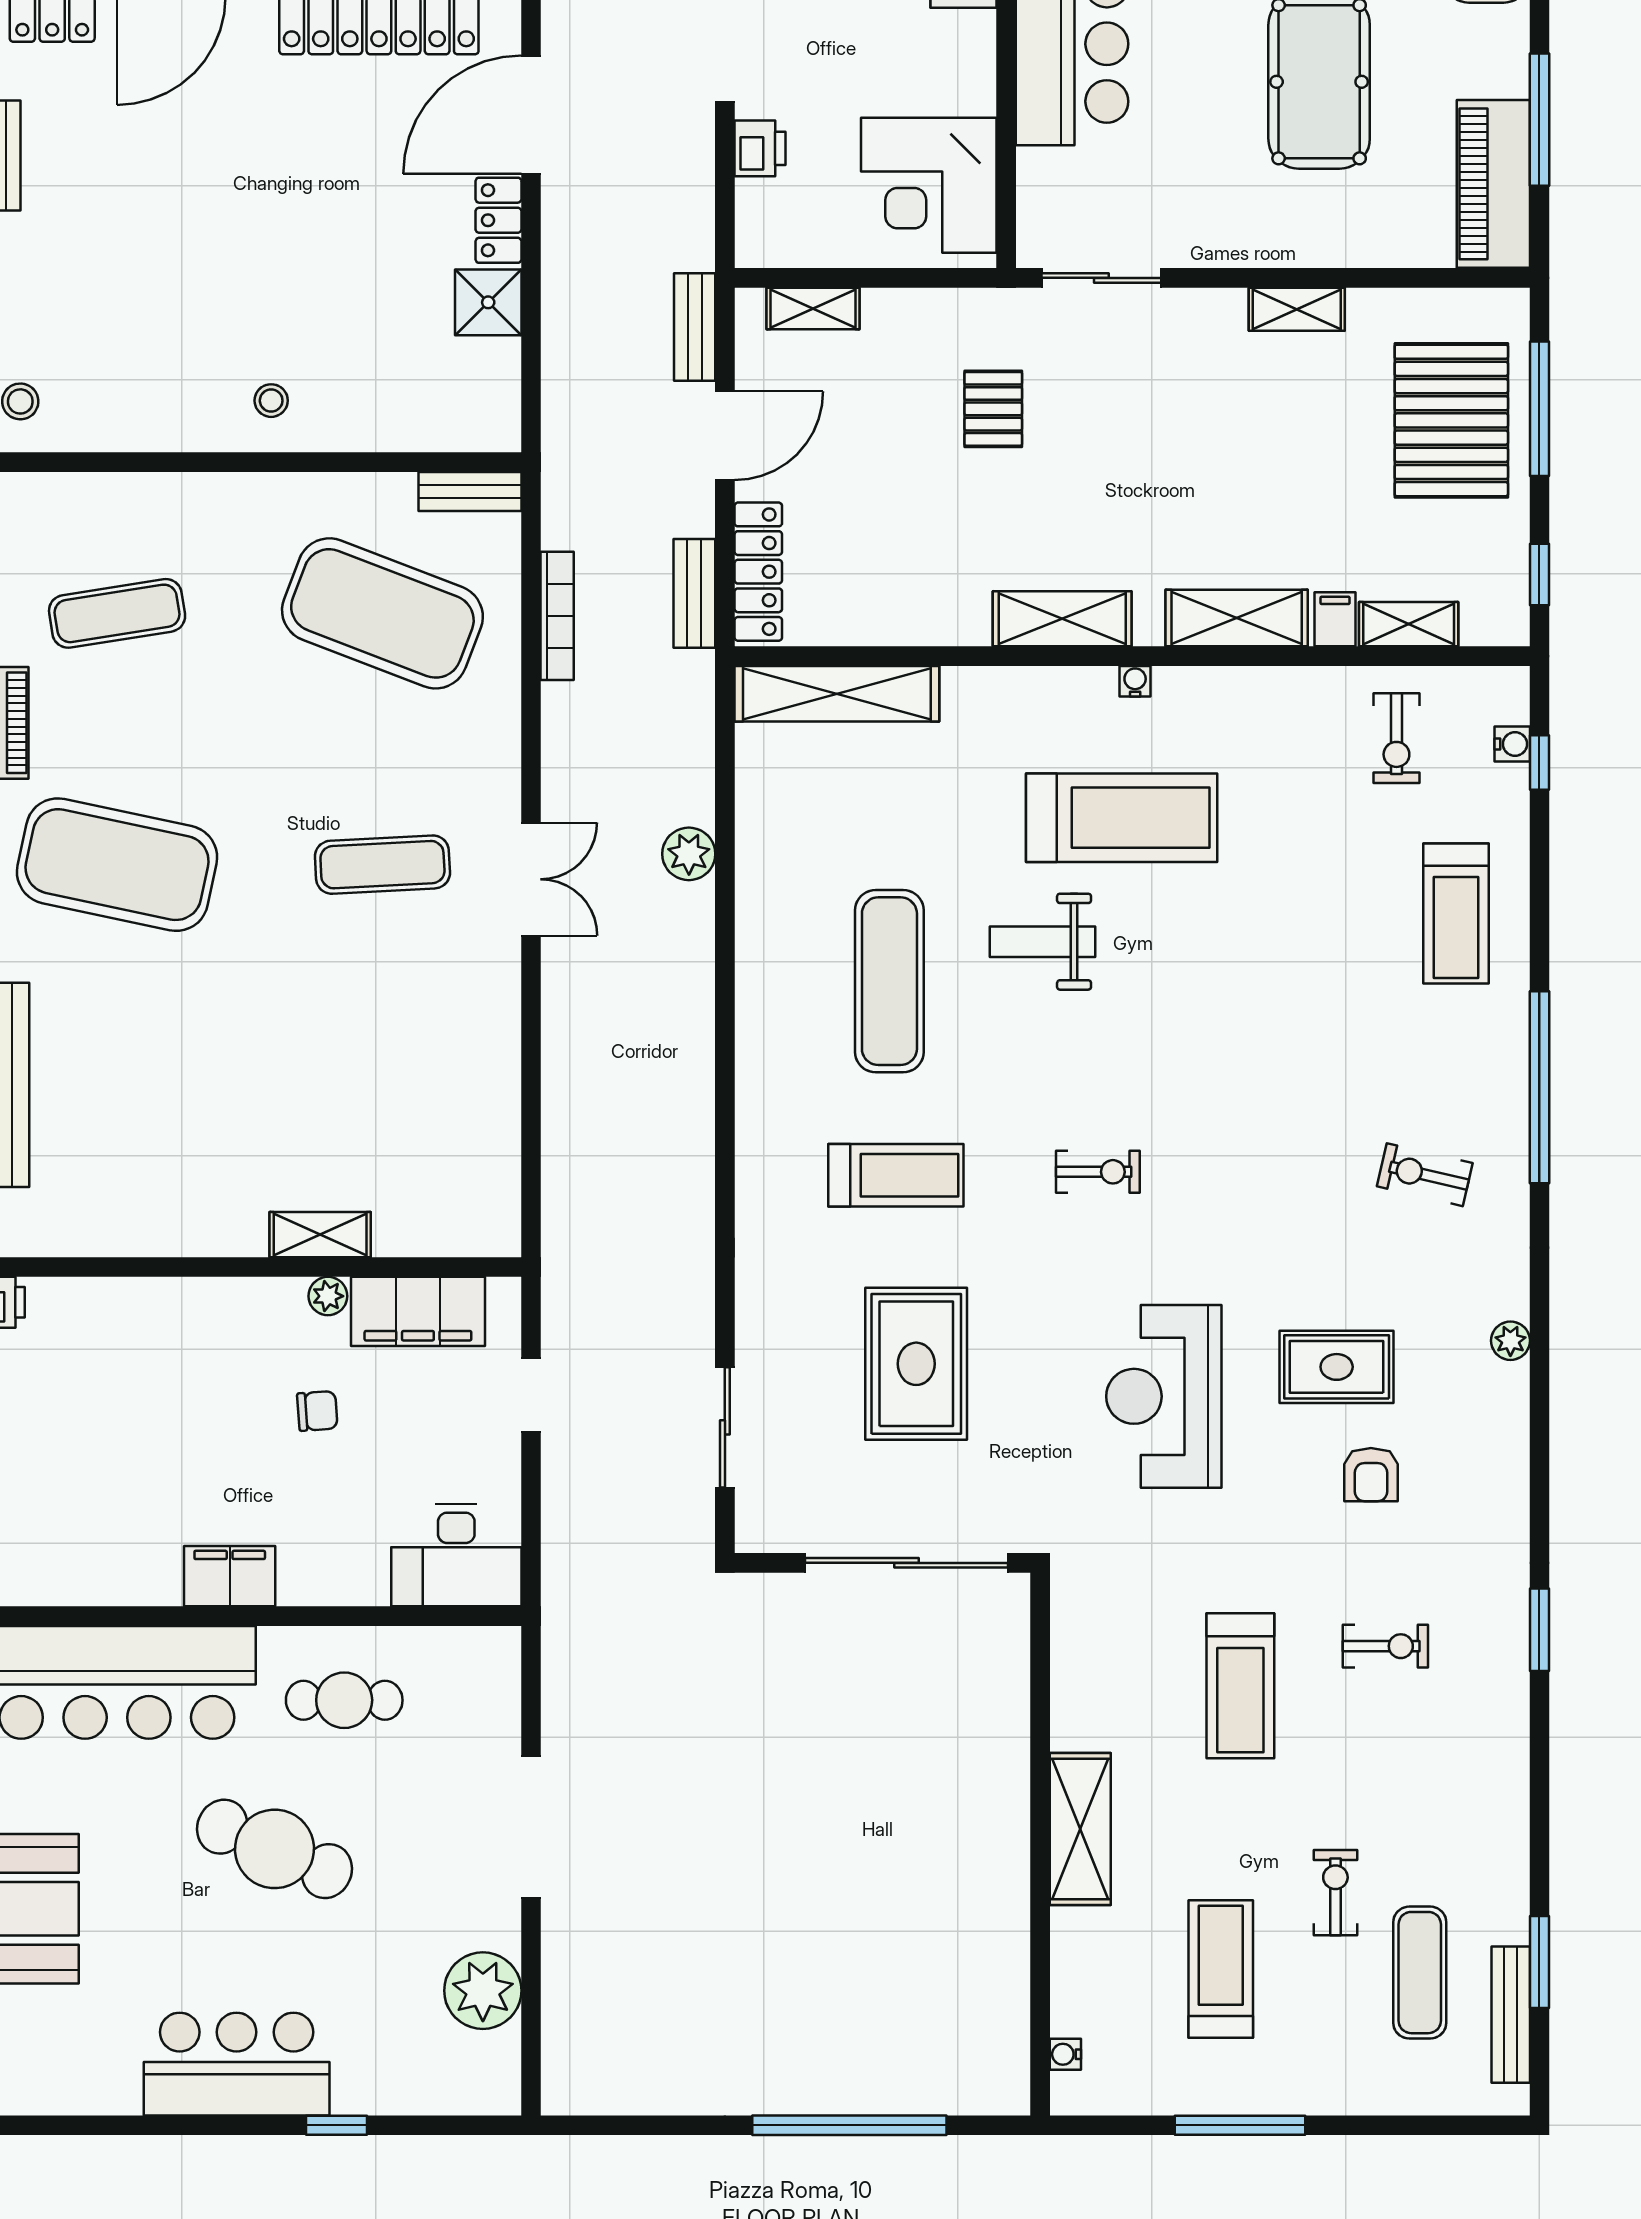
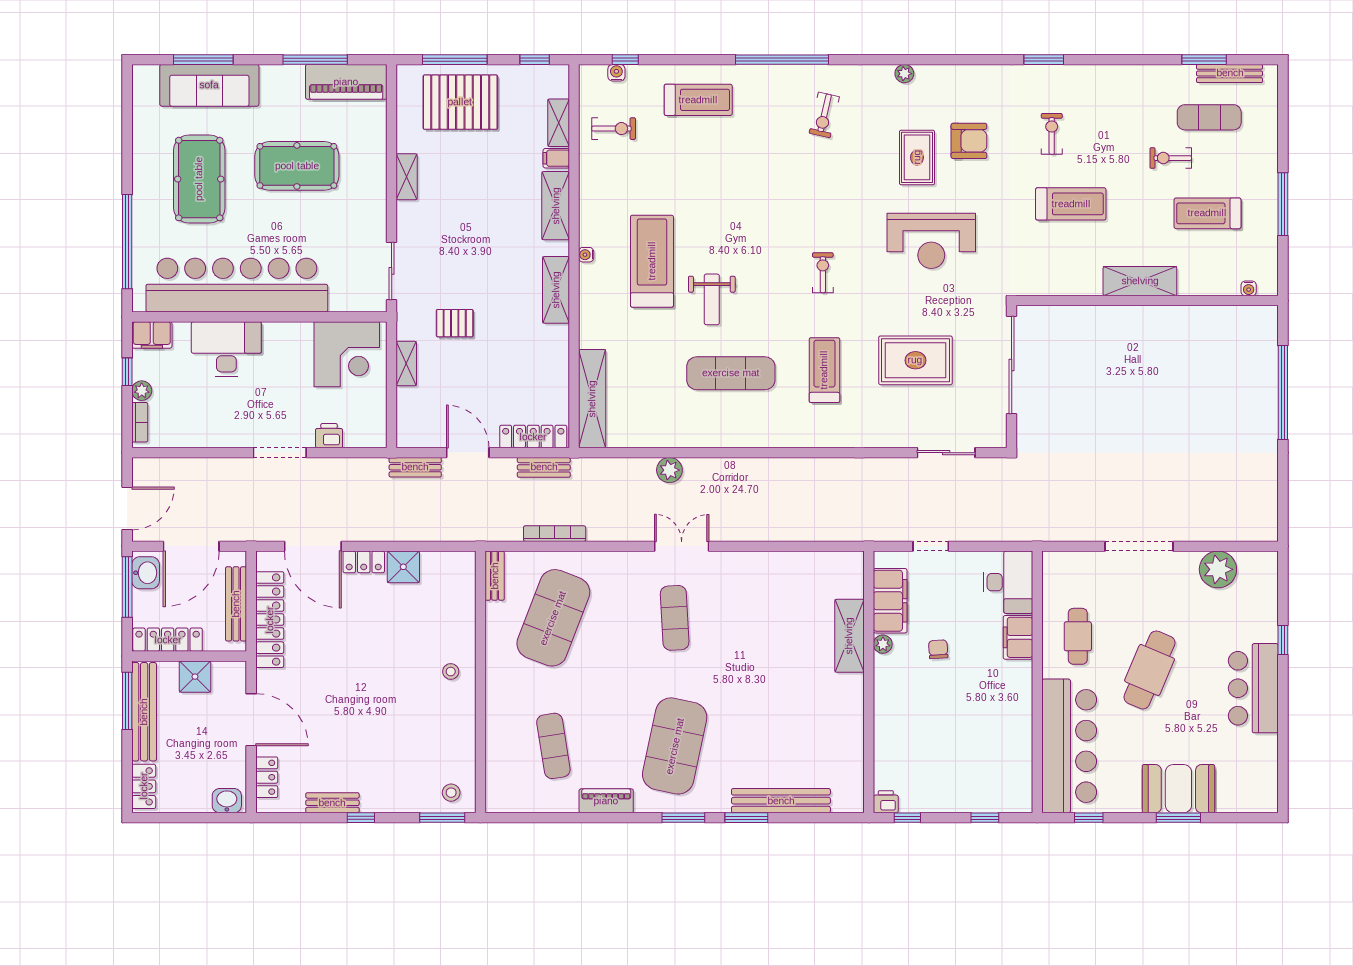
shelving: (813, 308) -> (406, 364), moved
shelving: (320, 1235) -> (849, 636), width x1.50, depth x1.33
armchair: (1371, 1475) -> (969, 141), width x1.38, depth x1.38
filing cabinet: (230, 1576) -> (1018, 637), moved

